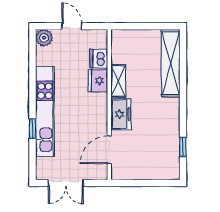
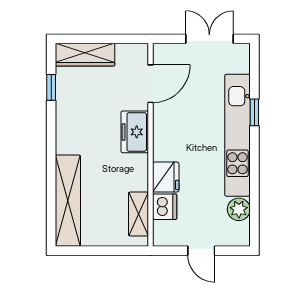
plant: (44, 38) -> (239, 209), moved
shelving: (118, 81) -> (139, 214), moved
wardrobe: (158, 171) -> (85, 55), added

